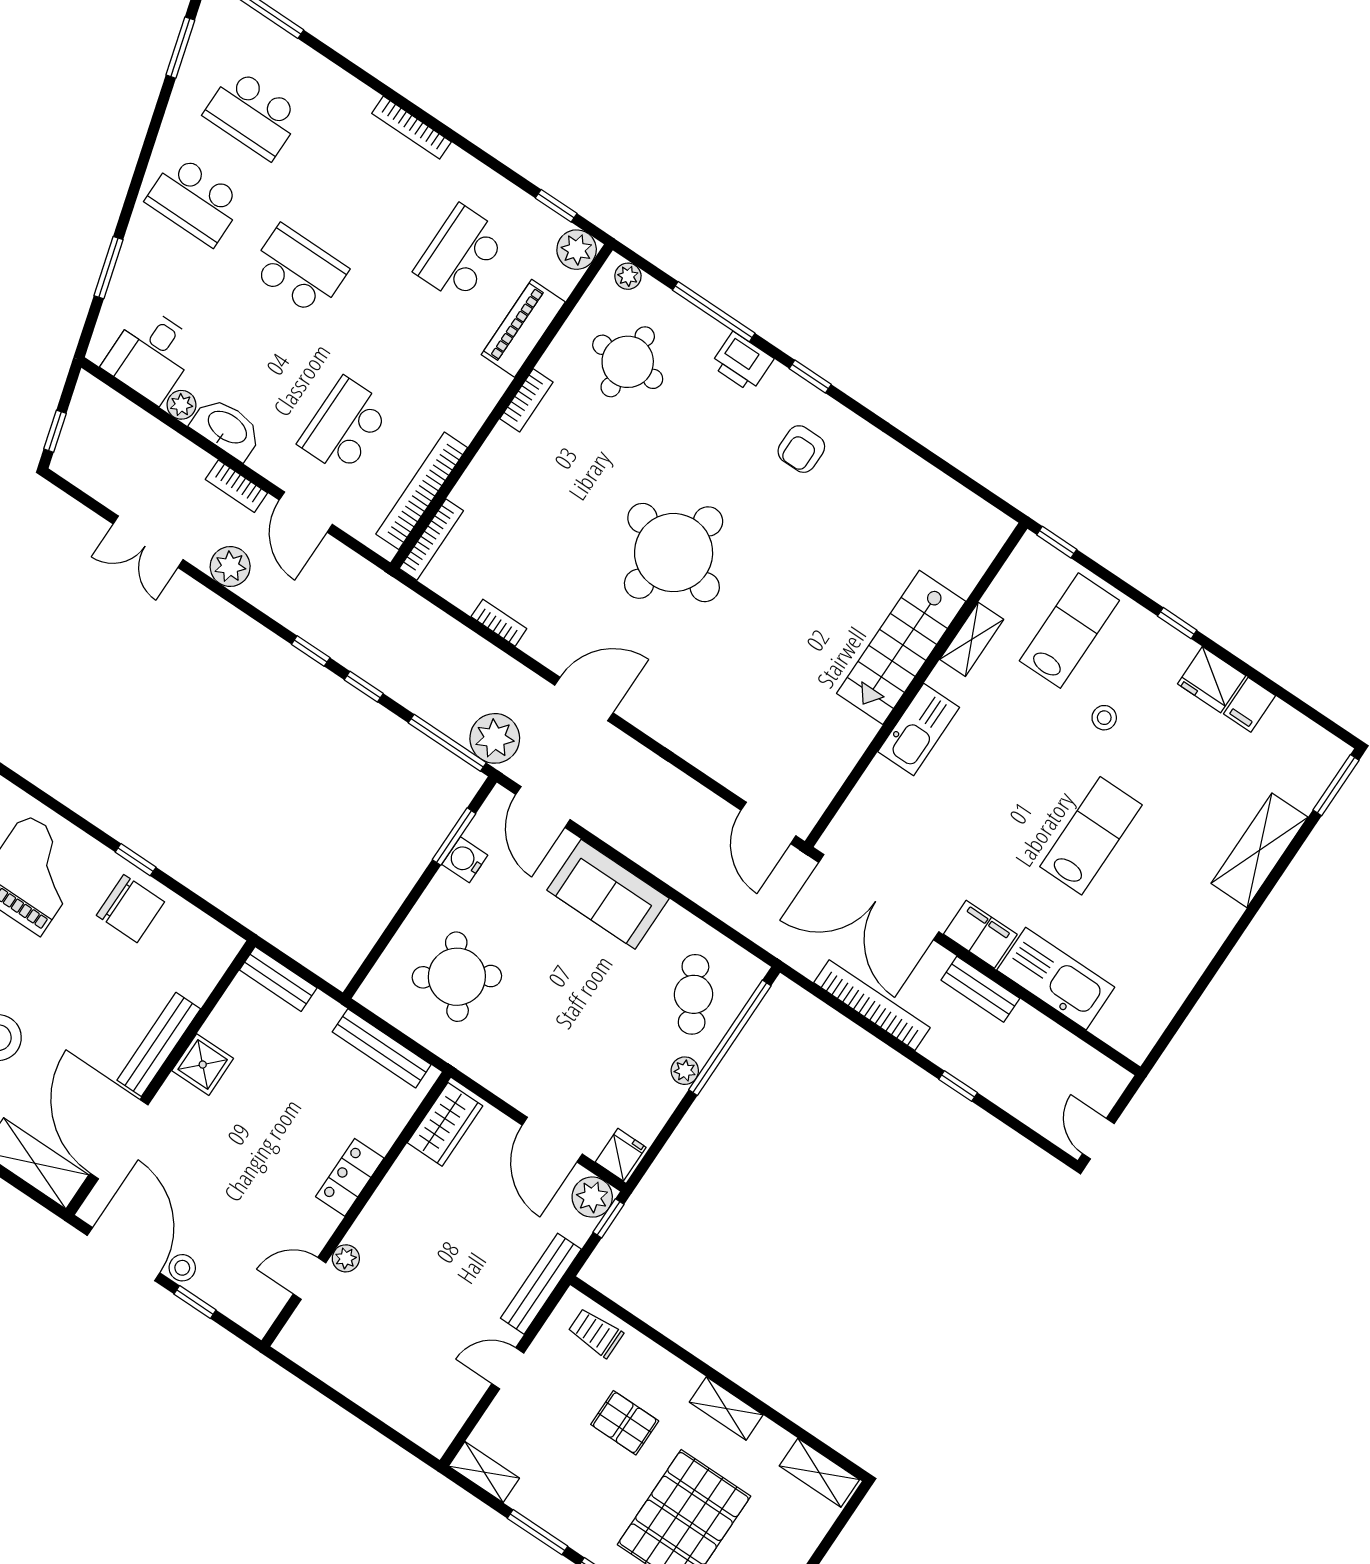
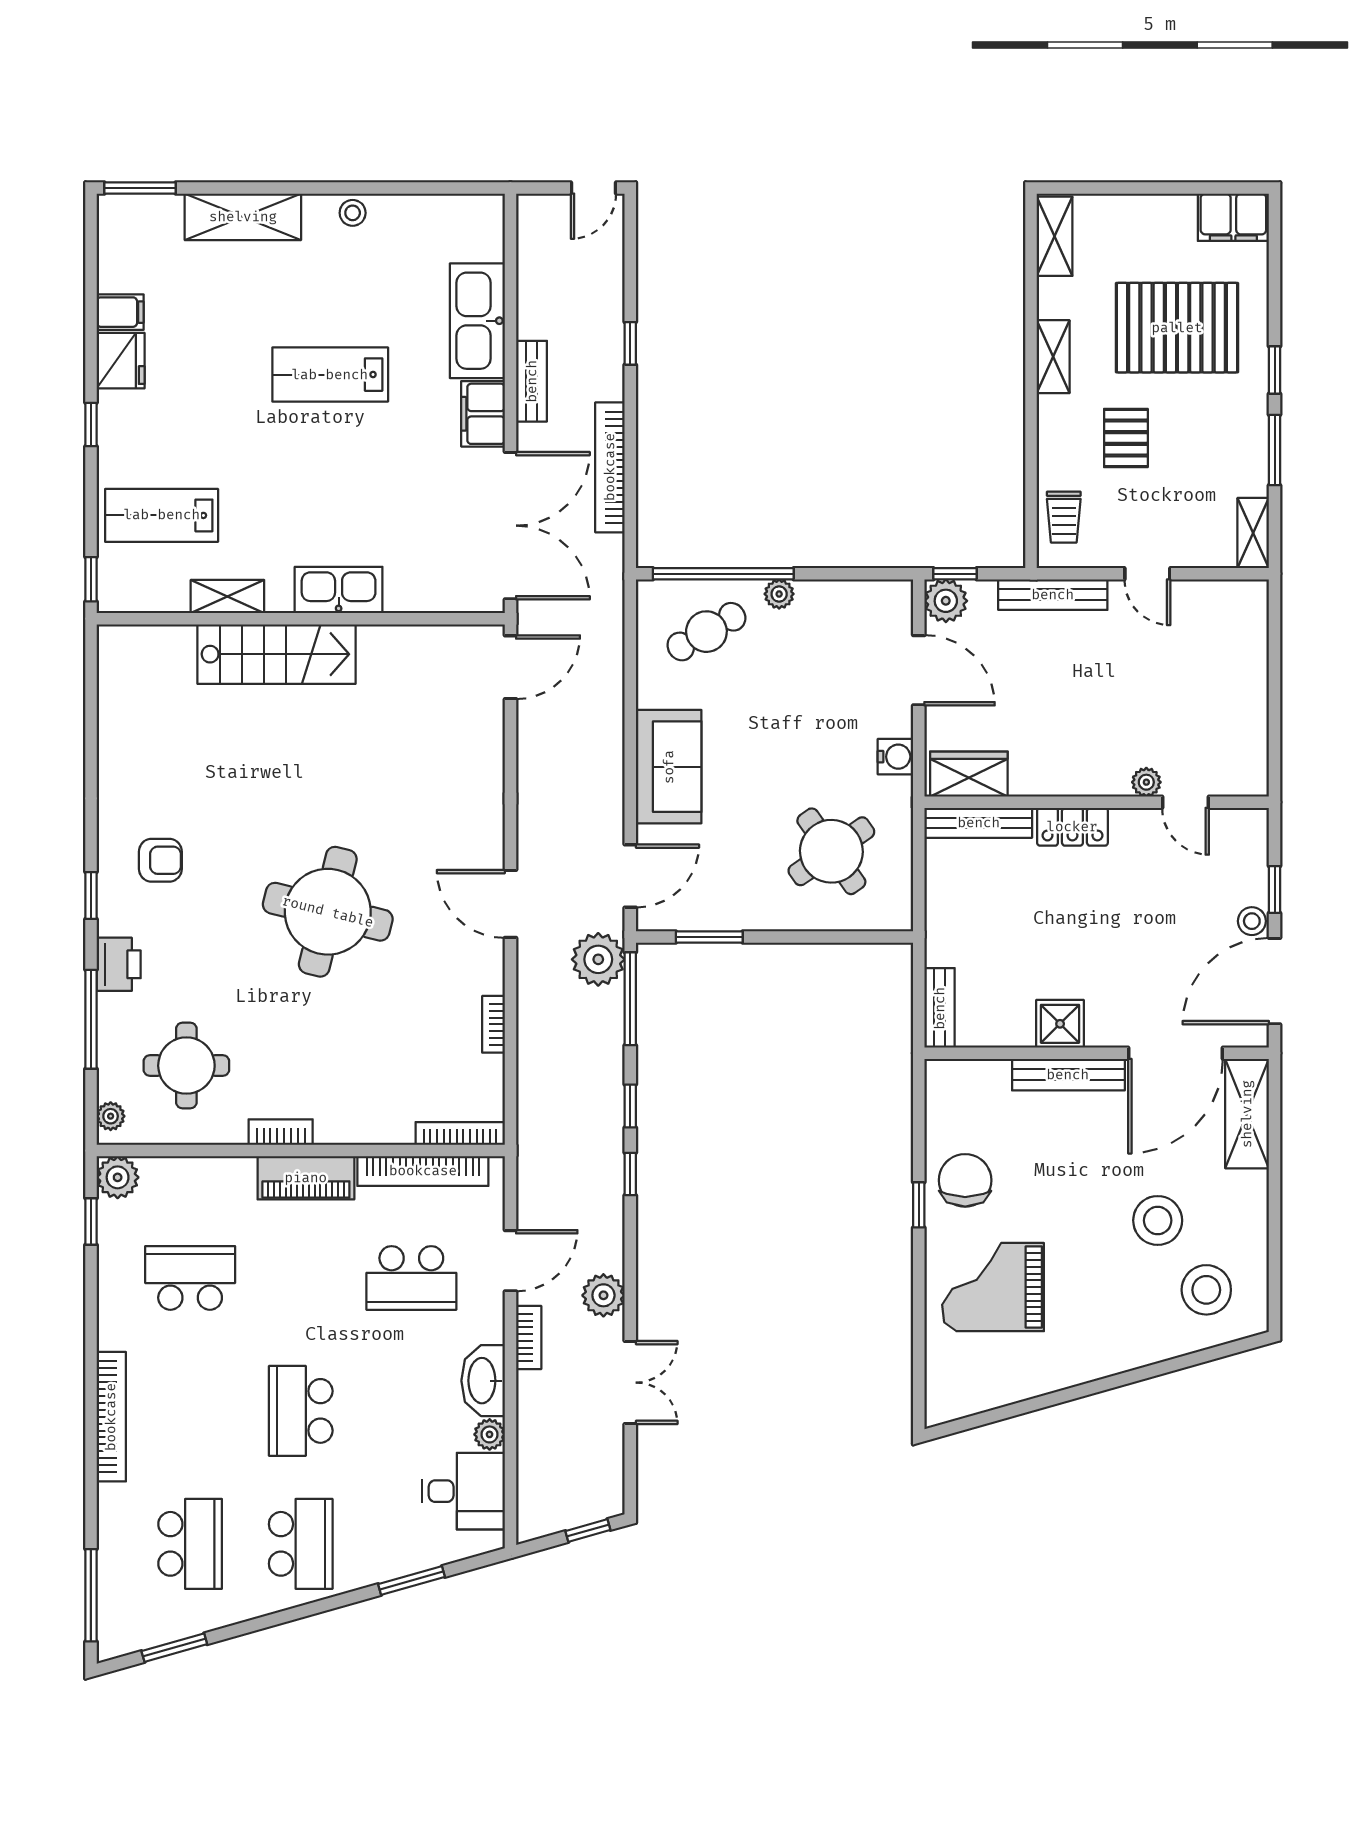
bookcase: (412, 128) -> (111, 1417), width x1.48, depth x1.31
school desk: (460, 253) -> (190, 1278), turned 180
piano: (523, 328) -> (306, 1178), moved
stool: (1104, 718) -> (353, 213), moved
water cooler: (465, 860) -> (895, 757), moved, turned -90
bench: (382, 1048) -> (979, 823), moved, turned 90
door: (552, 1140) -> (919, 670), hinge flipped
fridge: (621, 1155) -> (891, 601), removed

